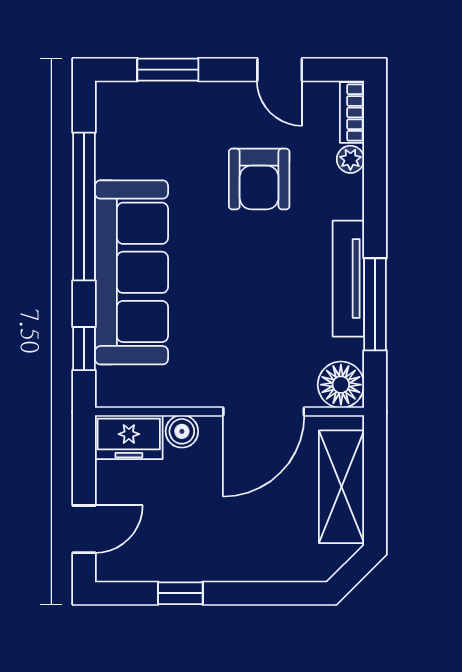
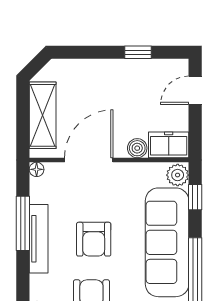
armchair: (255, 278) -> (94, 239), added
floor lamp: (341, 385) -> (37, 169), width x0.53, depth x0.53
plant: (114, 386) -> (178, 175), added

